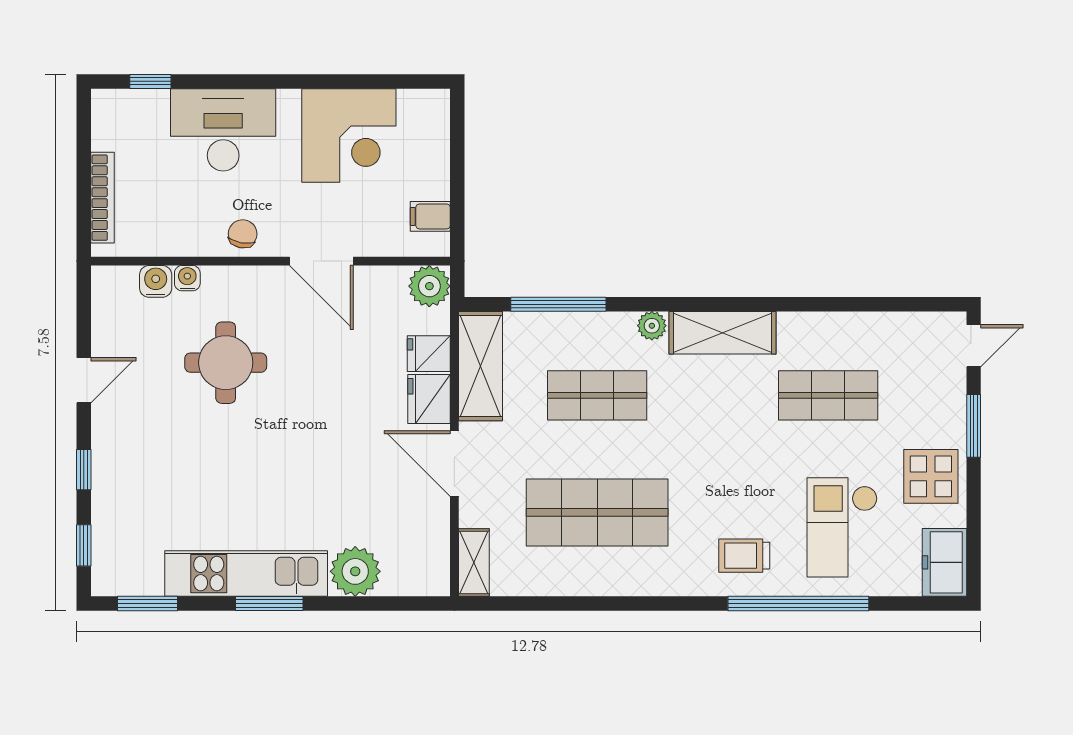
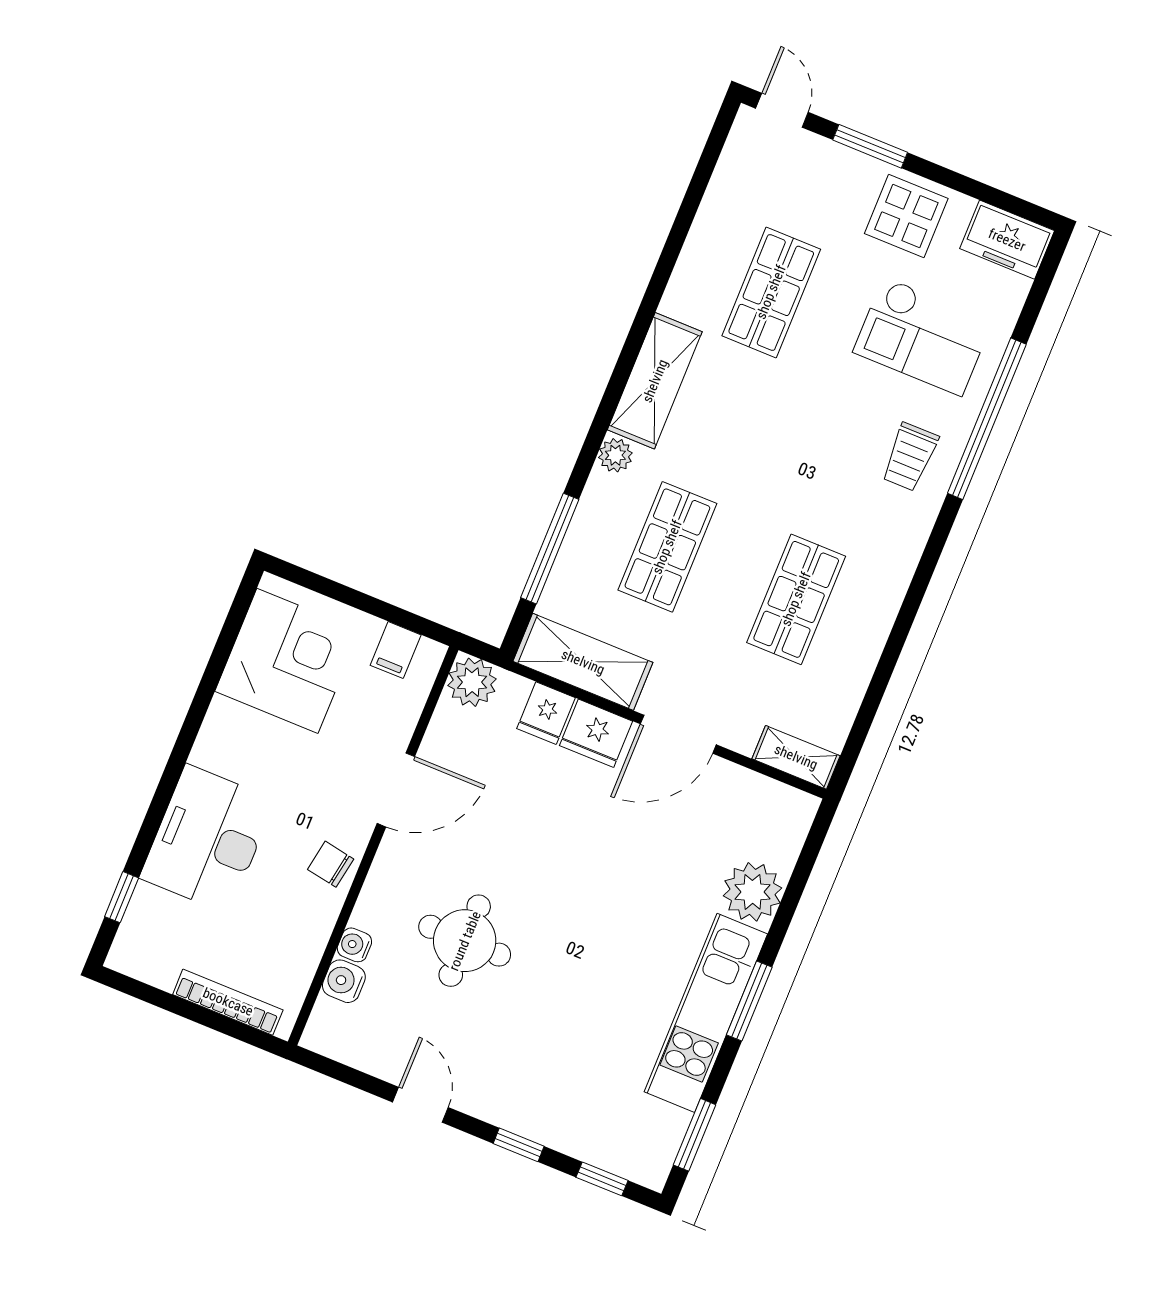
corner desk: (349, 135) -> (287, 661), moved
shop shelf: (597, 512) -> (796, 599), width x0.70, depth x0.74

